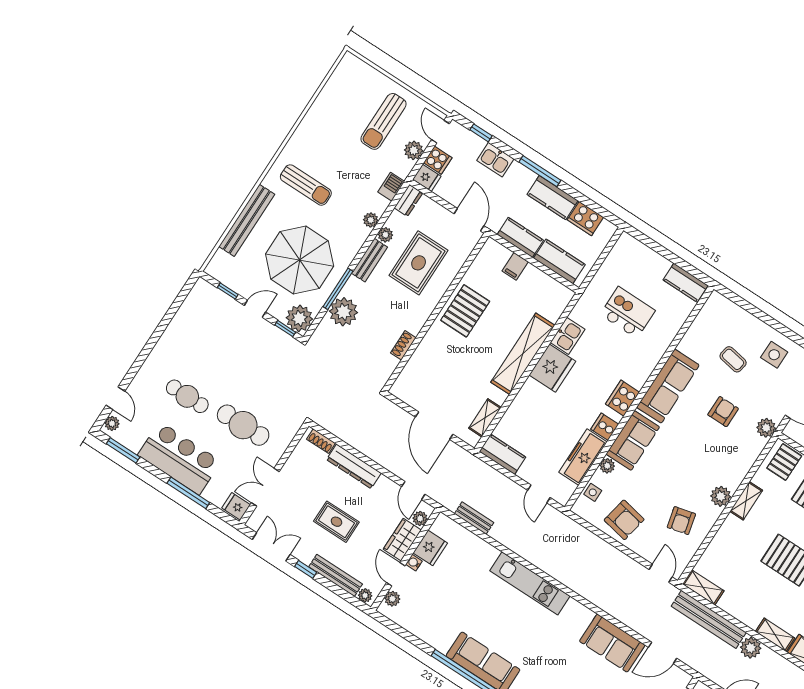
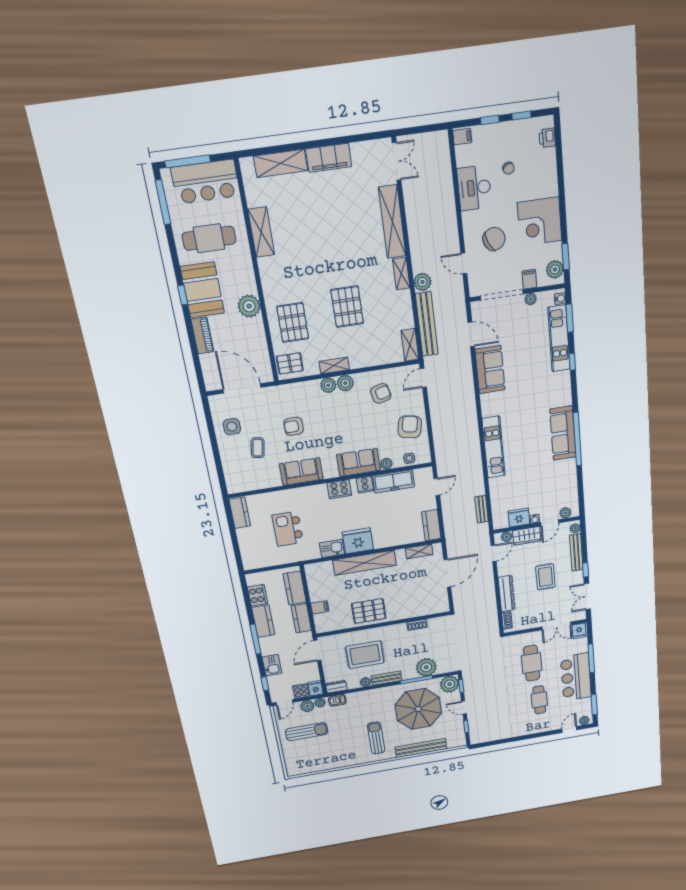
plant: (371, 220) -> (320, 703), moved
sofa: (668, 386) -> (301, 472), width x0.73
plant: (766, 428) -> (328, 385), moved

